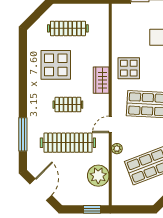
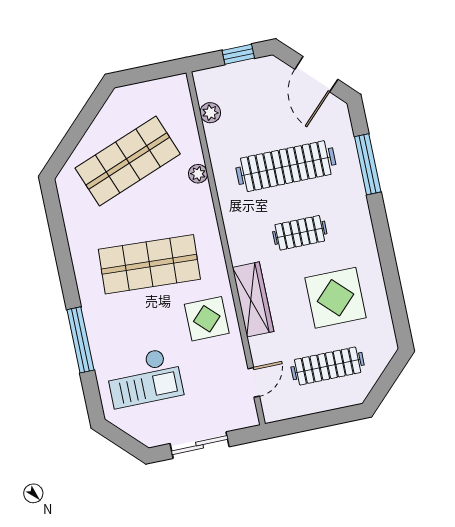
wardrobe: (101, 80) -> (253, 299), width x1.50
door: (110, 124) -> (254, 382), moved
plant: (98, 176) -> (210, 113), width x0.53, depth x0.53
window: (92, 209) -> (238, 54), moved

